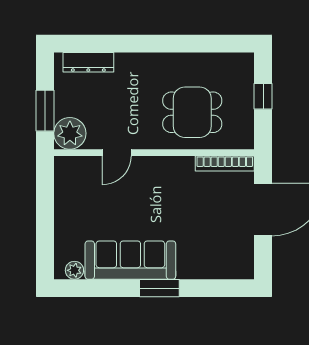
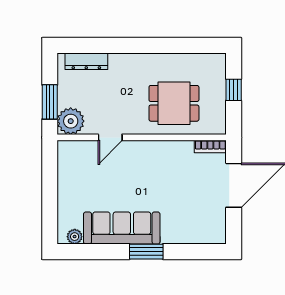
bookcase: (225, 164) -> (210, 147), width x0.64

